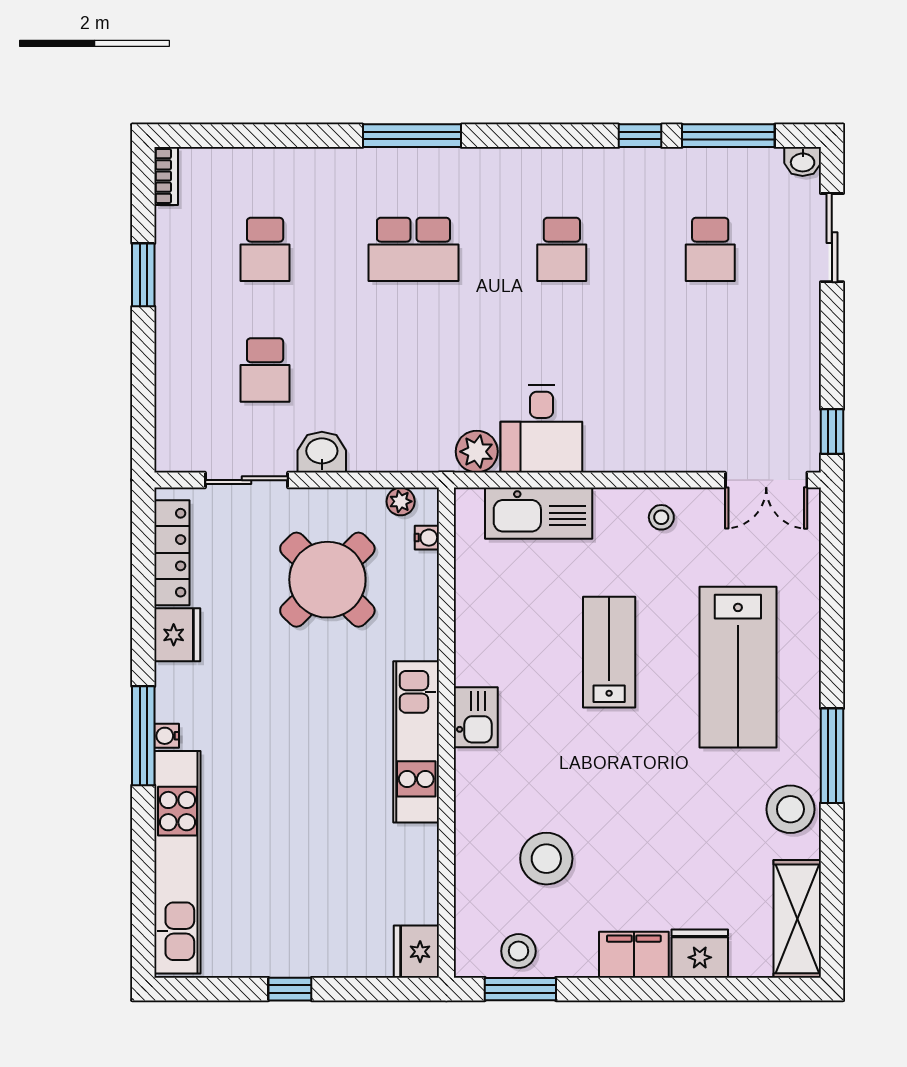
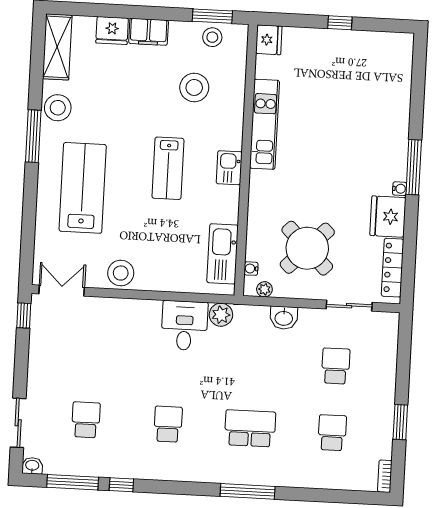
washbasin: (322, 452) -> (284, 318), moved
kitchen sink: (539, 513) -> (223, 254), moved, turned -90
stool: (661, 517) -> (121, 273), width x1.89, depth x1.89
fridge: (177, 635) -> (388, 217), width x1.36, depth x1.34
lab bench: (609, 652) -> (168, 168), moved
water cooler: (167, 736) -> (400, 189), moved
kitchen unit: (416, 742) -> (264, 124), moved
kitchen unit: (177, 862) -> (398, 96), removed

